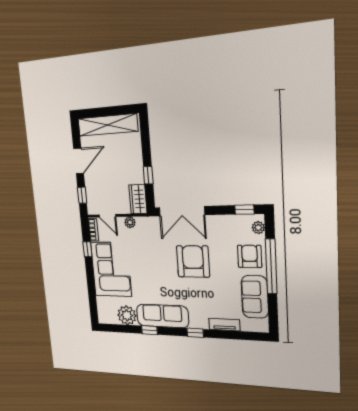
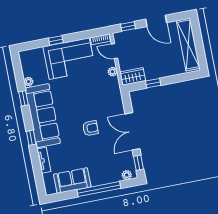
double door: (182, 211) -> (133, 131), moved
door: (107, 216) -> (114, 51), hinge flipped
window: (87, 249) -> (56, 40), moved
armchair: (250, 256) -> (103, 172), removed
armchair: (193, 261) -> (90, 128), width x0.53, depth x0.53
plant: (127, 315) -> (29, 82), width x0.53, depth x0.53
sofa: (162, 316) -> (43, 116), width x1.36, depth x1.27

